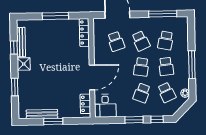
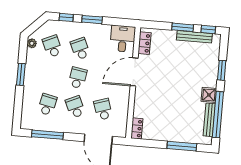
window: (55, 16) -> (182, 146), moved
locker: (84, 32) -> (137, 128), width x0.66
window: (14, 47) -> (218, 115), width x3.17
window: (192, 65) -> (21, 74), width x0.69
school desk: (166, 66) -> (50, 75), removed
school desk: (142, 93) -> (80, 49), turned -45
window: (30, 122) -> (208, 30), added

